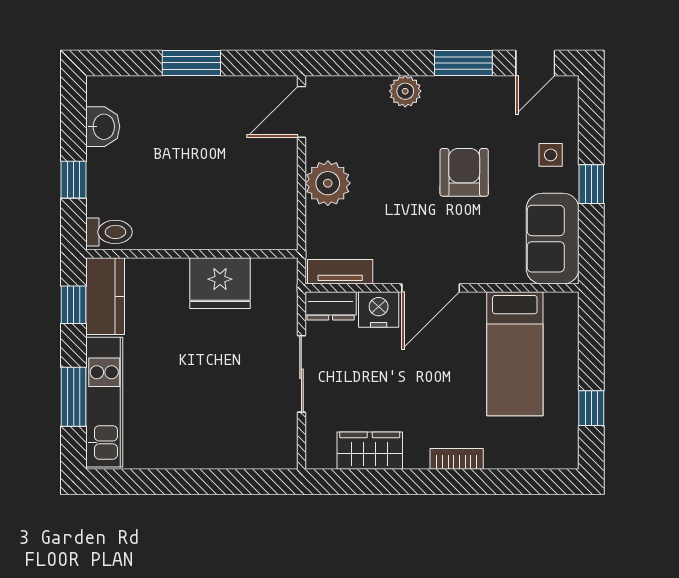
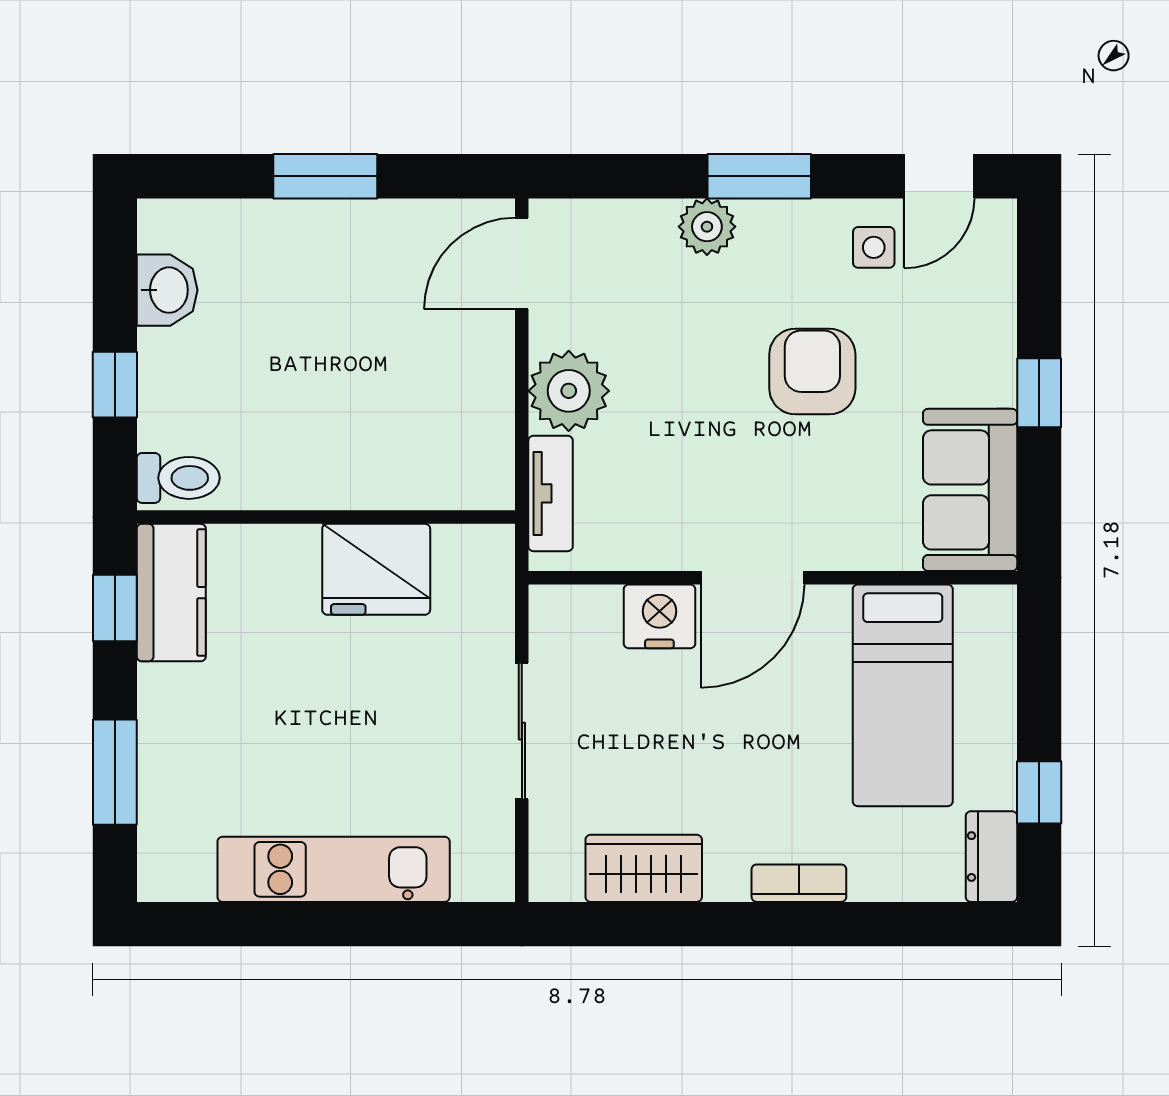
window: (463, 63) -> (759, 176), moved
side table: (551, 155) -> (874, 247), moved
tv unit: (340, 272) -> (551, 493), moved, turned 90
dresser: (331, 306) -> (991, 857), moved, turned 90
kitchen unit: (104, 402) -> (334, 869), moved, turned -90

